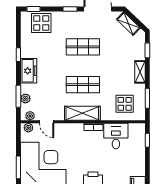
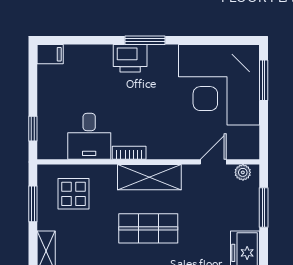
plant: (25, 99) -> (251, 203), removed
door: (47, 122) -> (213, 162), hinge flipped
plant: (28, 128) -> (246, 151), removed

